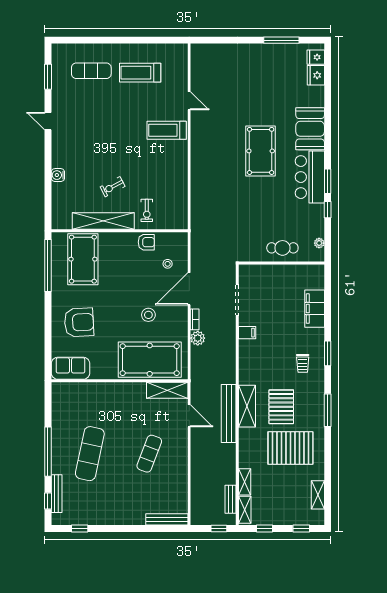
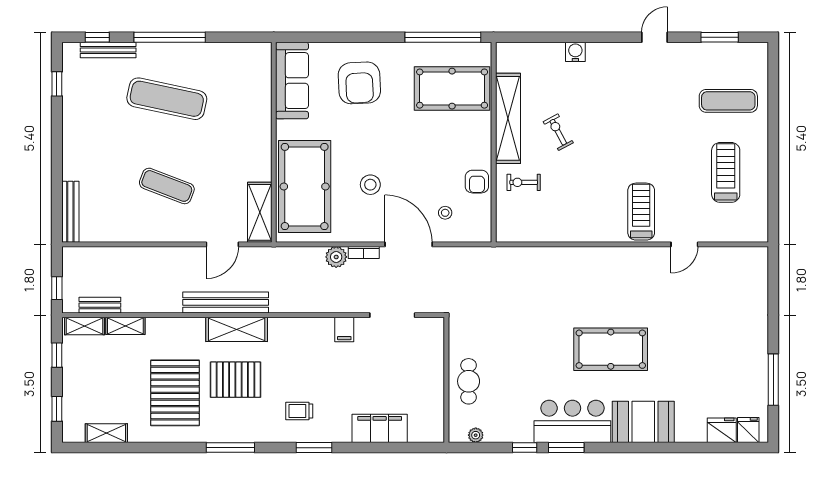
exercise mat: (91, 71) -> (728, 101), turned 90
sofa: (71, 368) -> (292, 81), width x1.36

